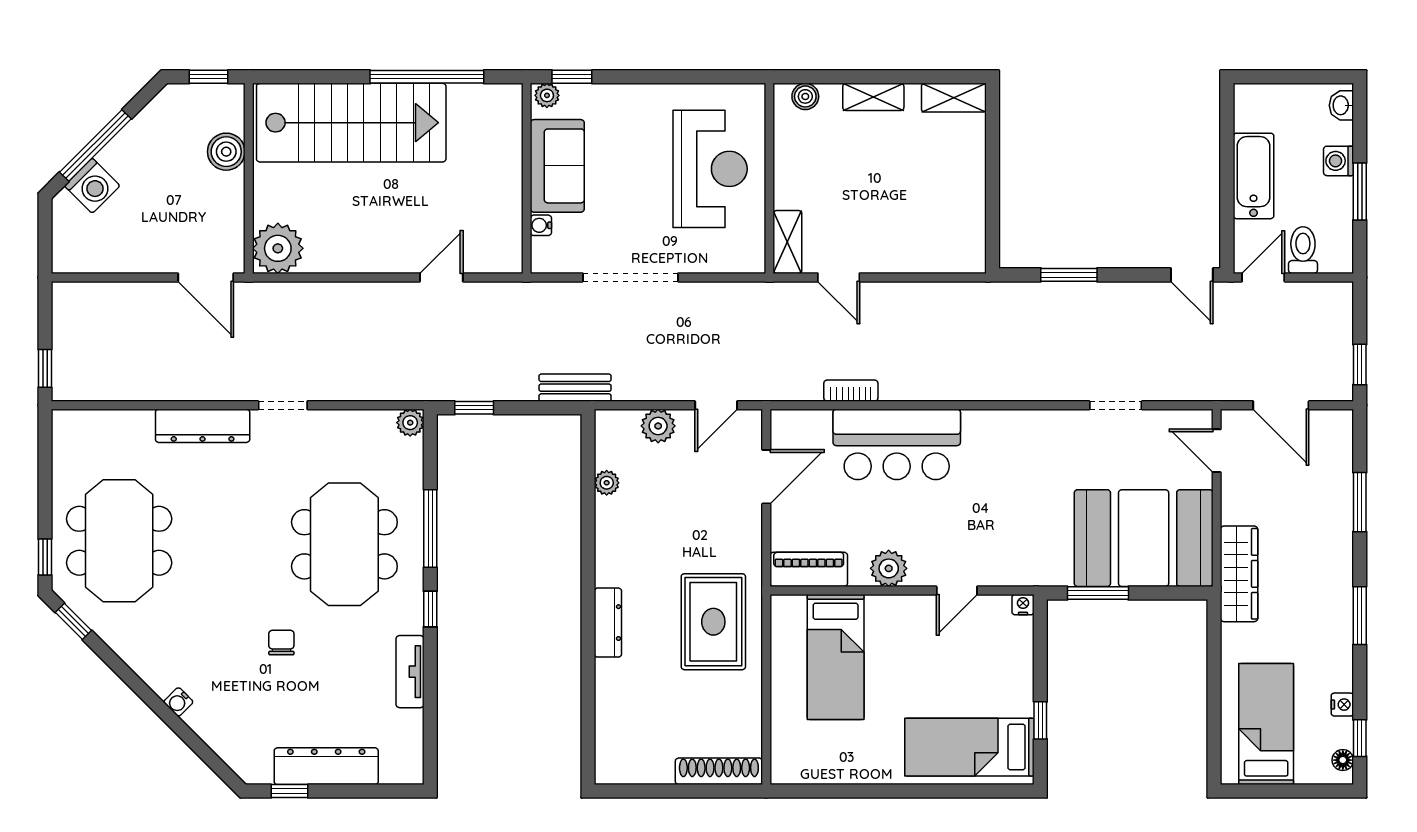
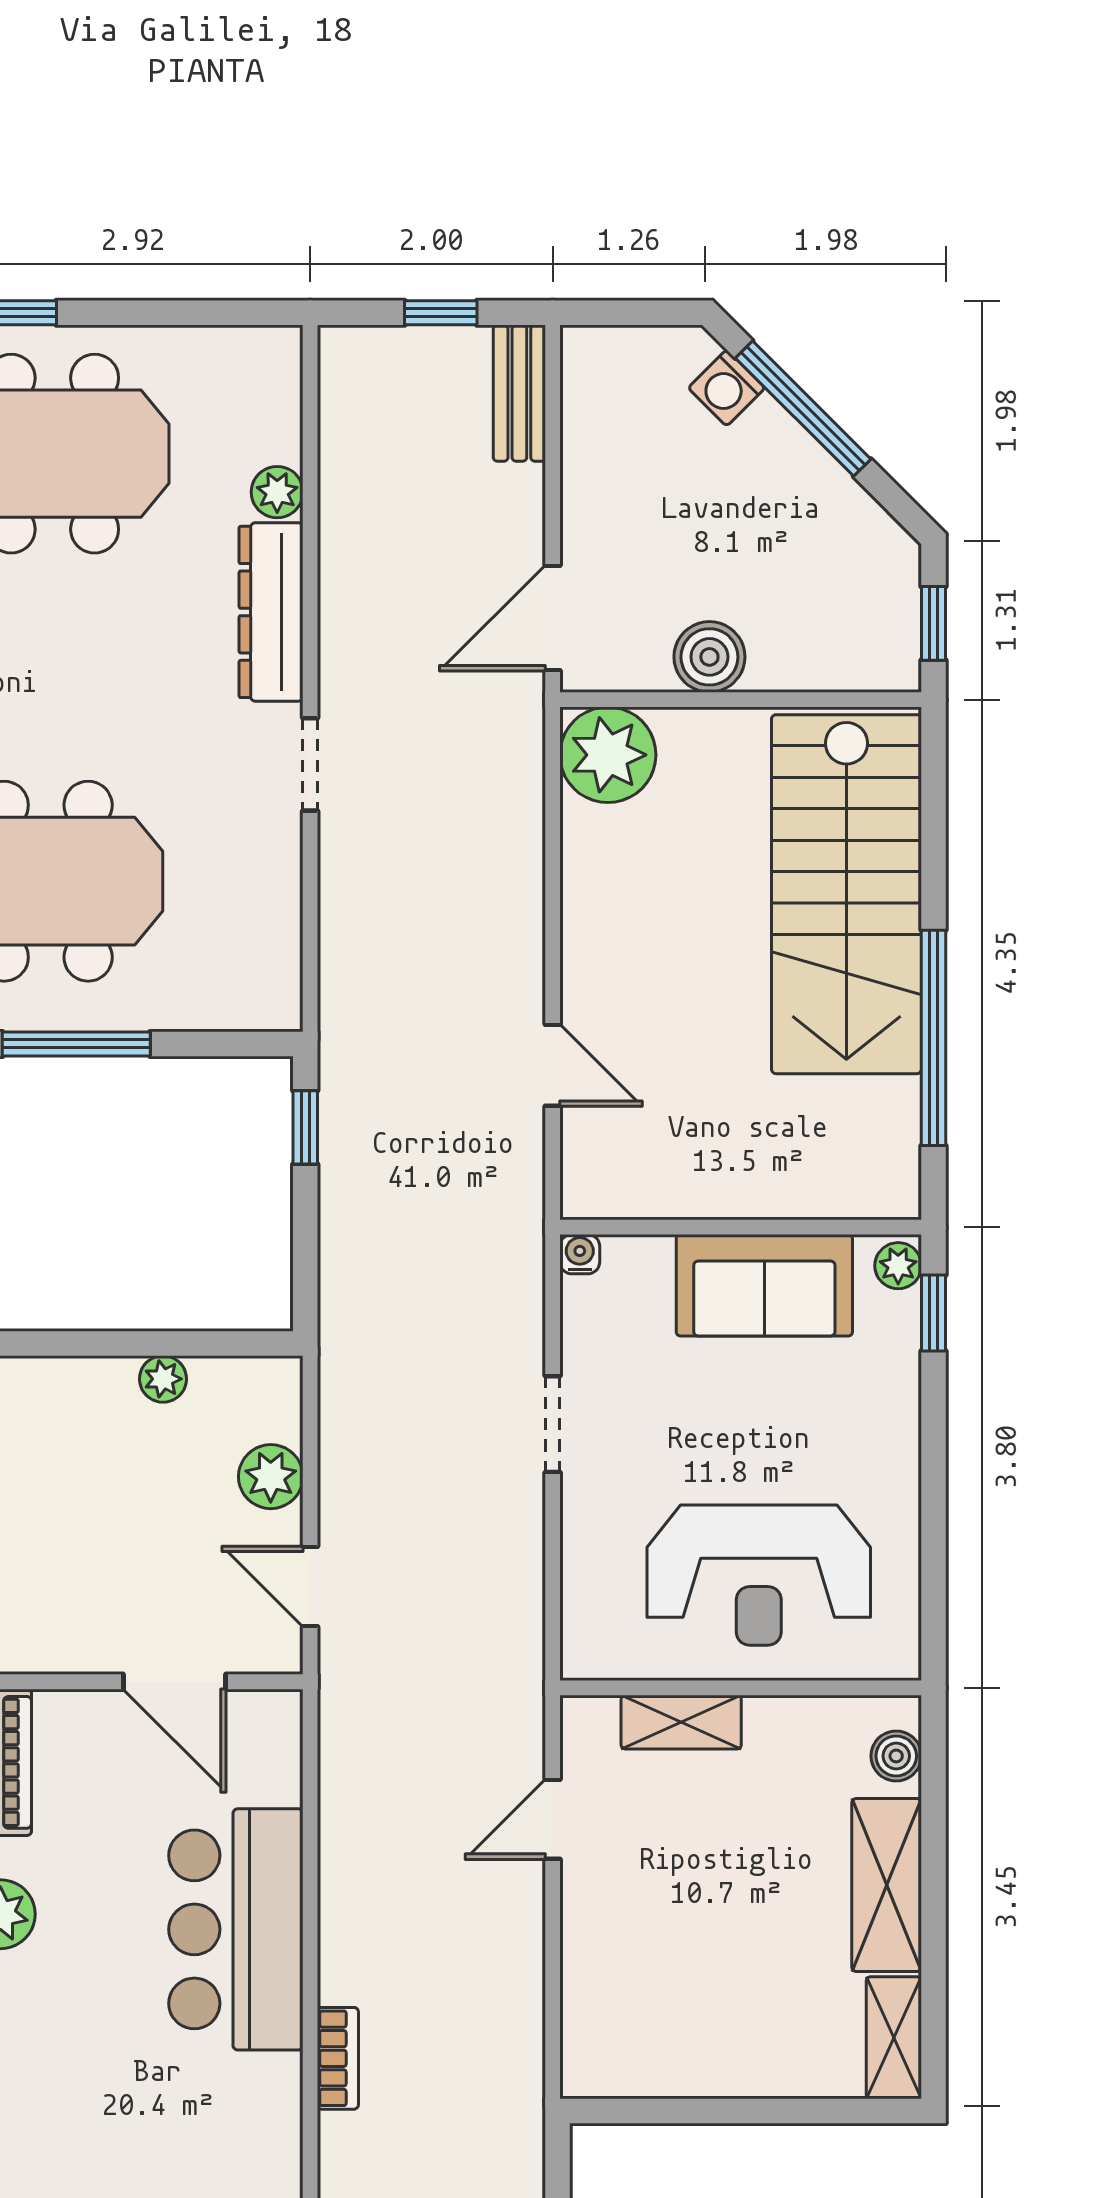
shelving: (873, 97) -> (887, 1885), width x1.50, depth x1.33
boiler: (226, 152) -> (709, 657), moved
washing machine: (92, 186) -> (727, 388), width x0.73, depth x0.73
water cooler: (541, 225) -> (580, 1254), moved
shelving: (787, 242) -> (681, 1722), moved
doorway: (630, 277) -> (553, 1424), width x0.53
window: (45, 368) -> (441, 313), moved
bench: (575, 388) -> (519, 393), moved
bookcase: (851, 391) -> (338, 2058), moved
plant: (410, 423) -> (277, 492), moved

